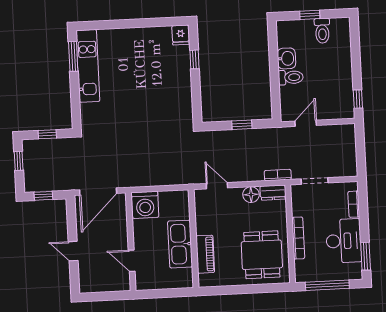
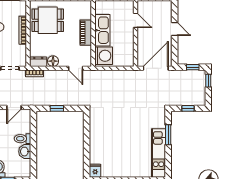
window: (73, 56) -> (168, 135), moved
window: (194, 59) -> (87, 154), removed
window: (19, 161) -> (208, 81), moved
washing machine: (145, 205) -> (104, 56), moved, turned 90
piano: (205, 254) -> (86, 33), moved
dining table: (262, 255) -> (48, 20), turned 90

